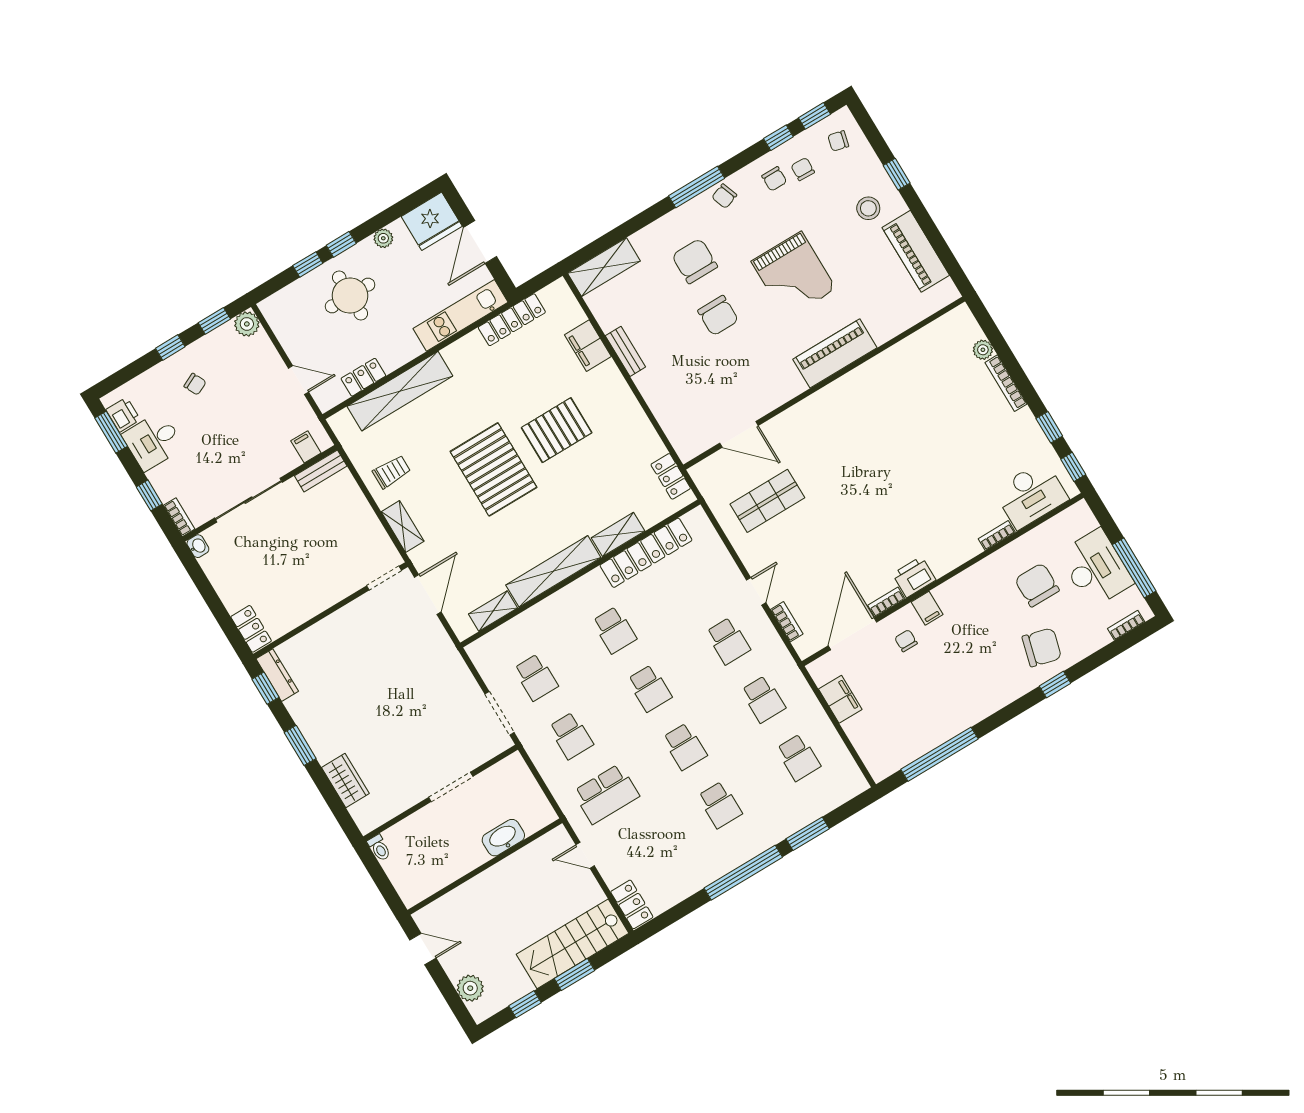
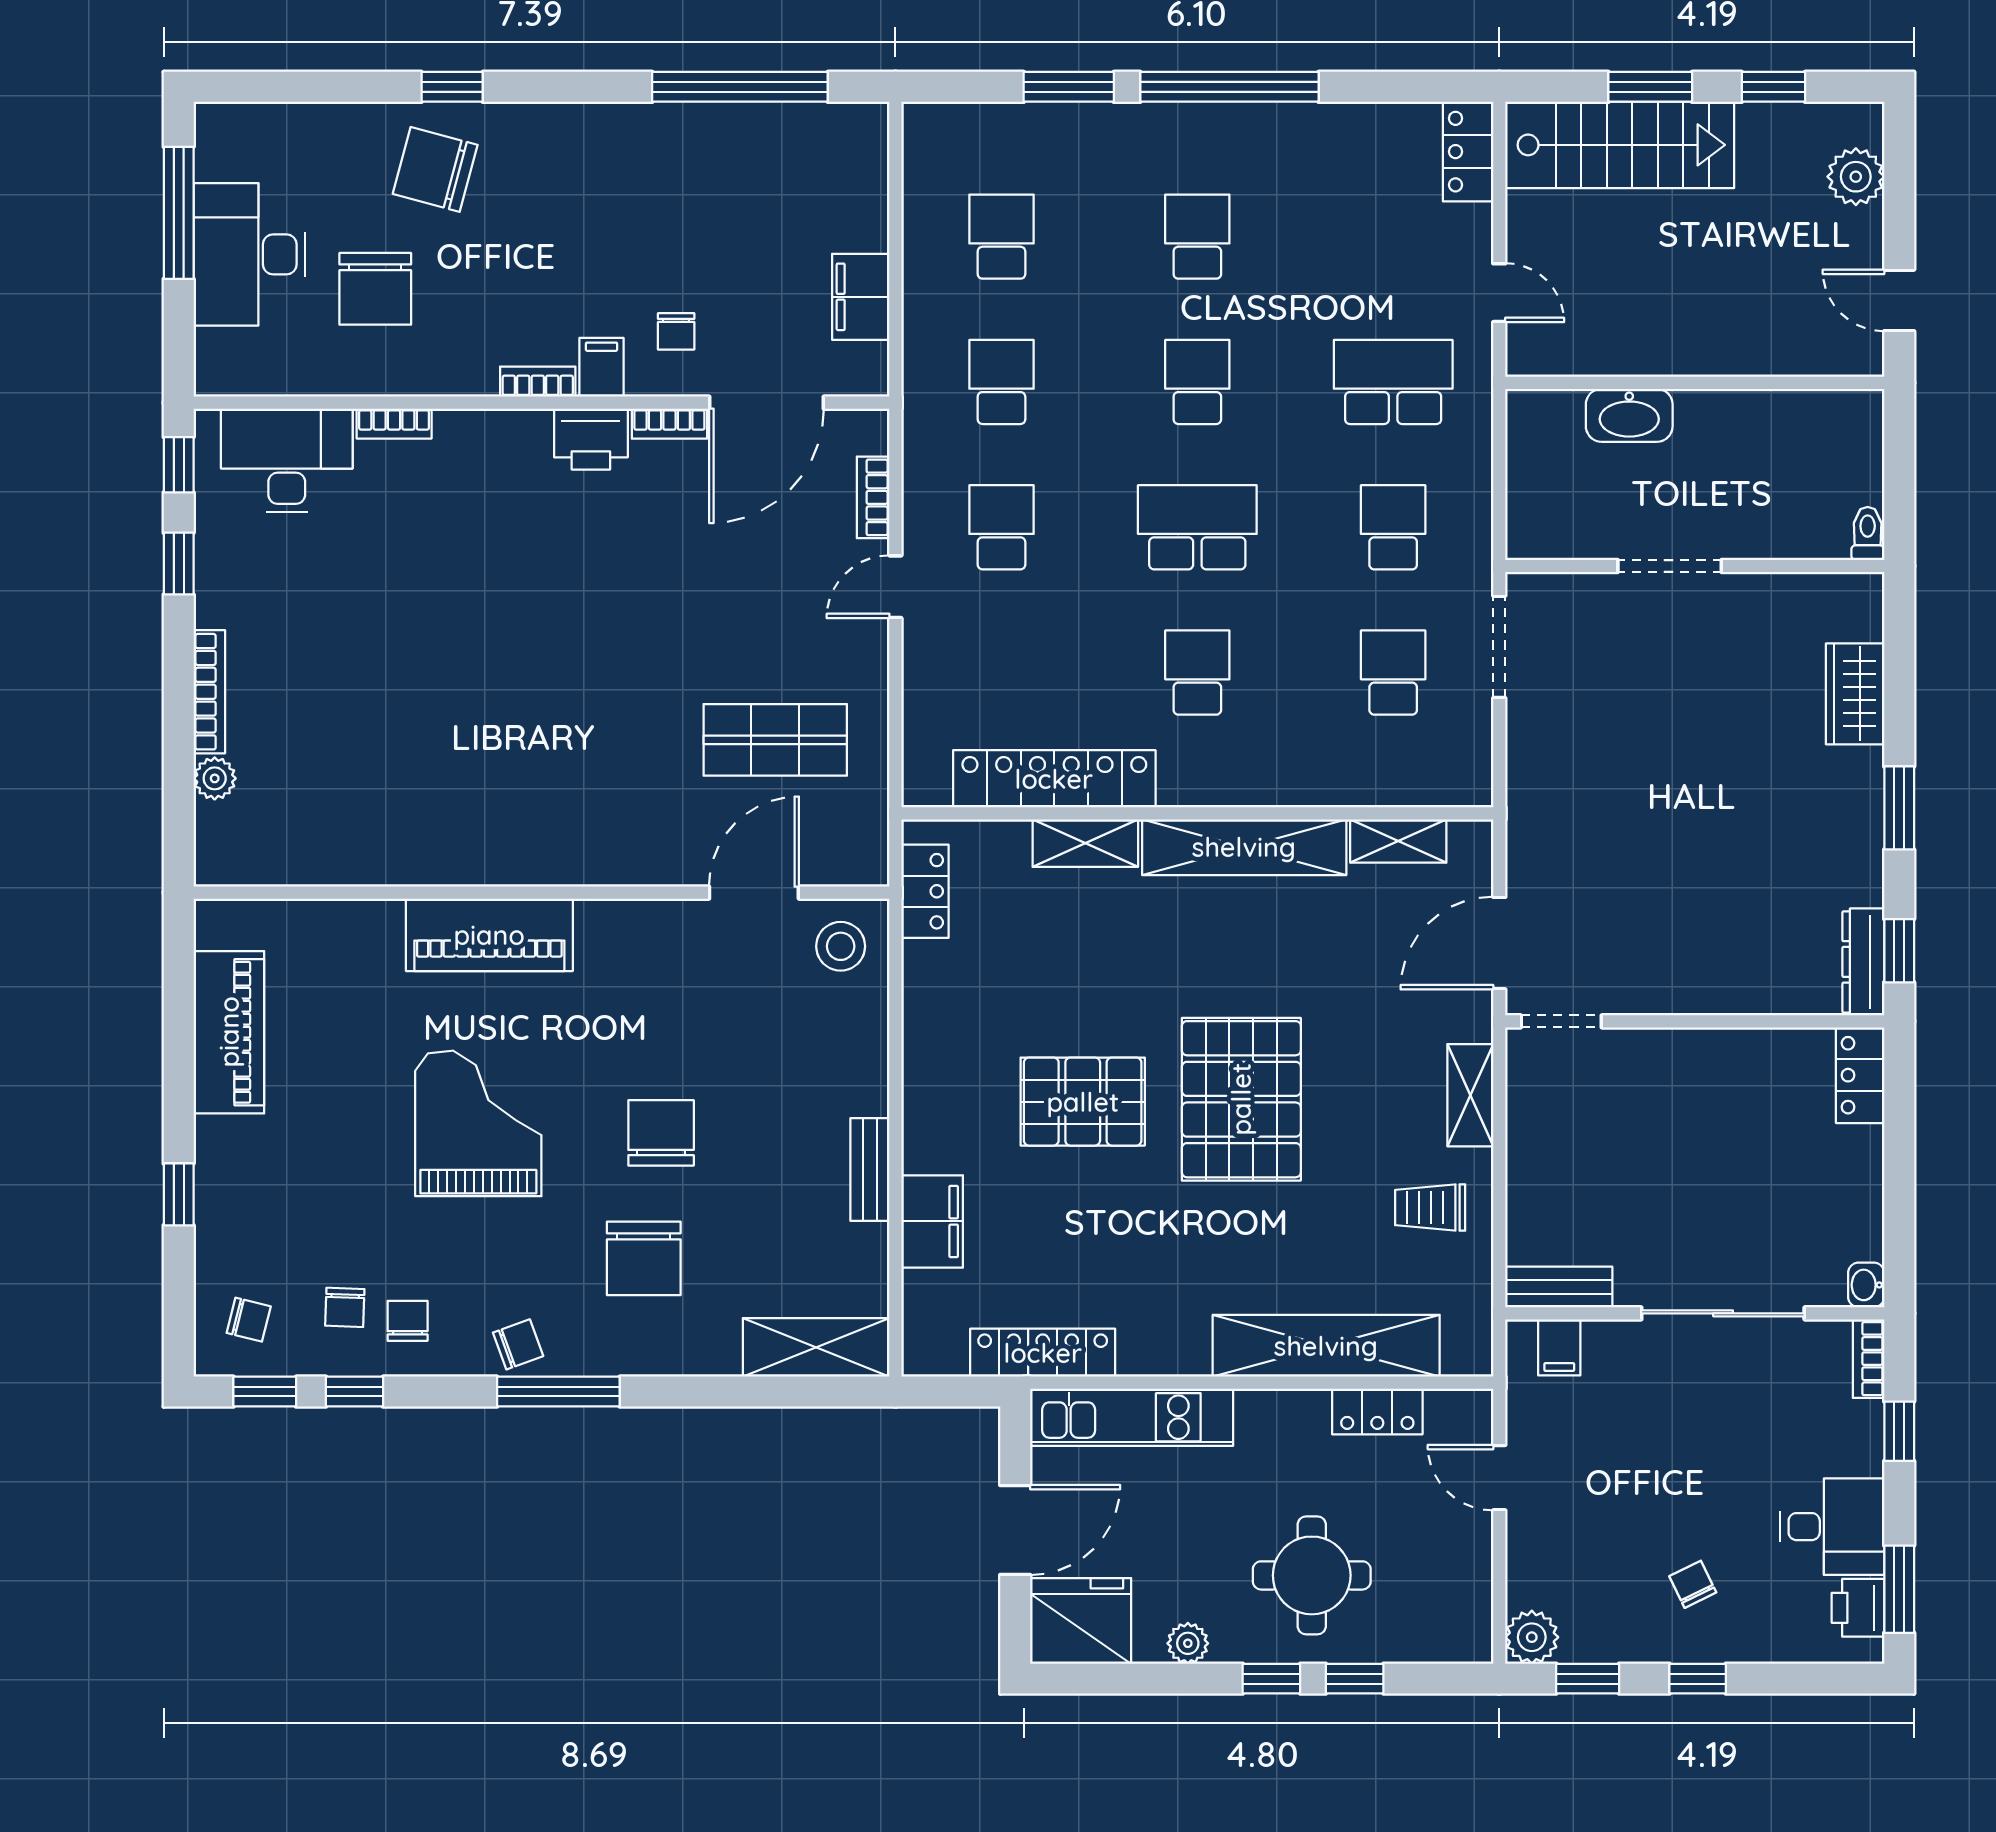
stool: (868, 208) -> (841, 946), moved
door: (739, 434) -> (754, 893), hinge flipped
bookcase: (1126, 625) -> (538, 382), moved, turned 180
school desk: (650, 688) -> (1197, 527), width x1.85

